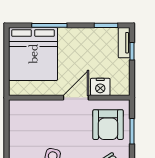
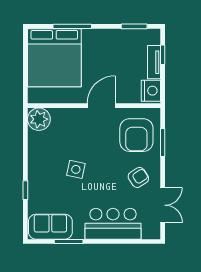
tv unit: (124, 43) -> (154, 62), moved
nightstand: (100, 87) -> (151, 91), moved, turned -90
plant: (19, 110) -> (39, 119), added

